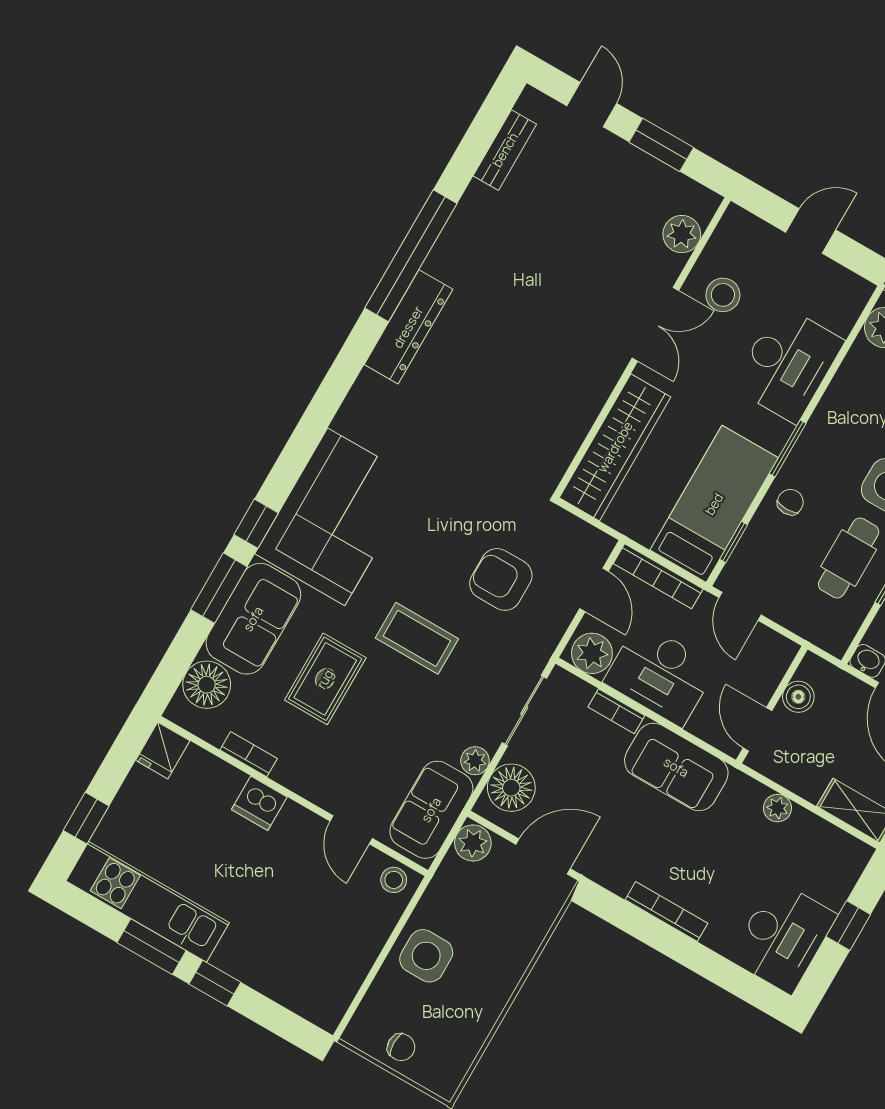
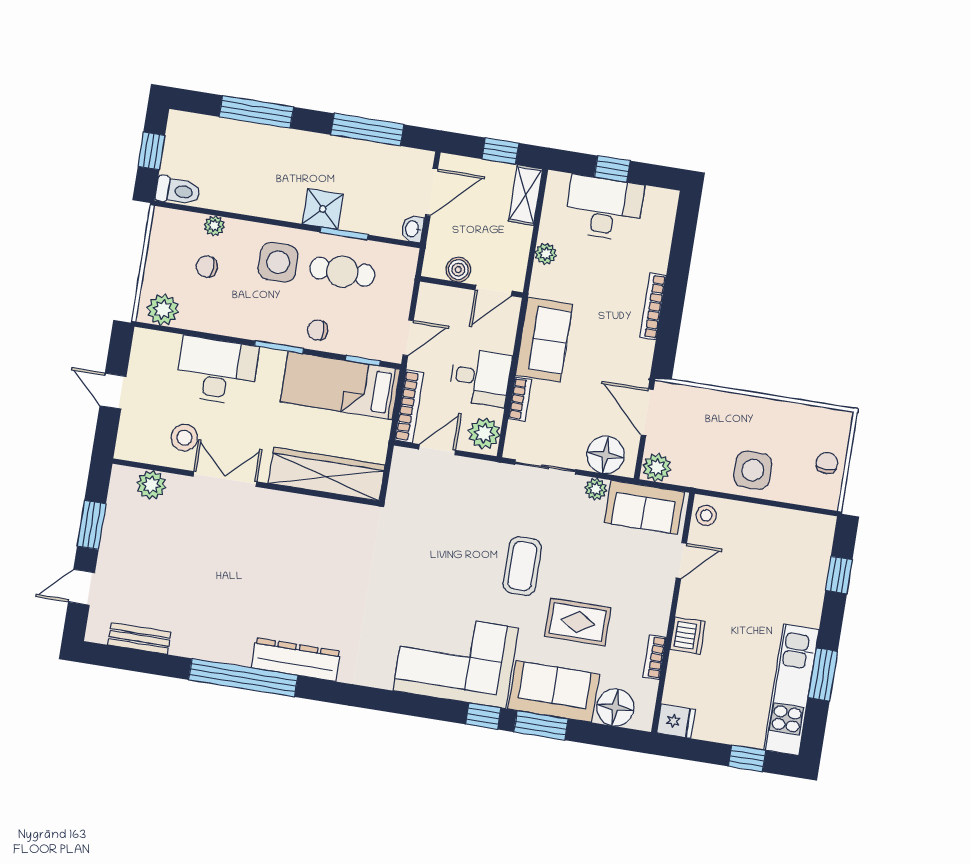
armchair: (501, 579) -> (456, 521), removed
desk: (660, 674) -> (480, 377), width x0.73
desk: (783, 937) -> (604, 208), moved
window: (215, 983) -> (839, 575), moved

